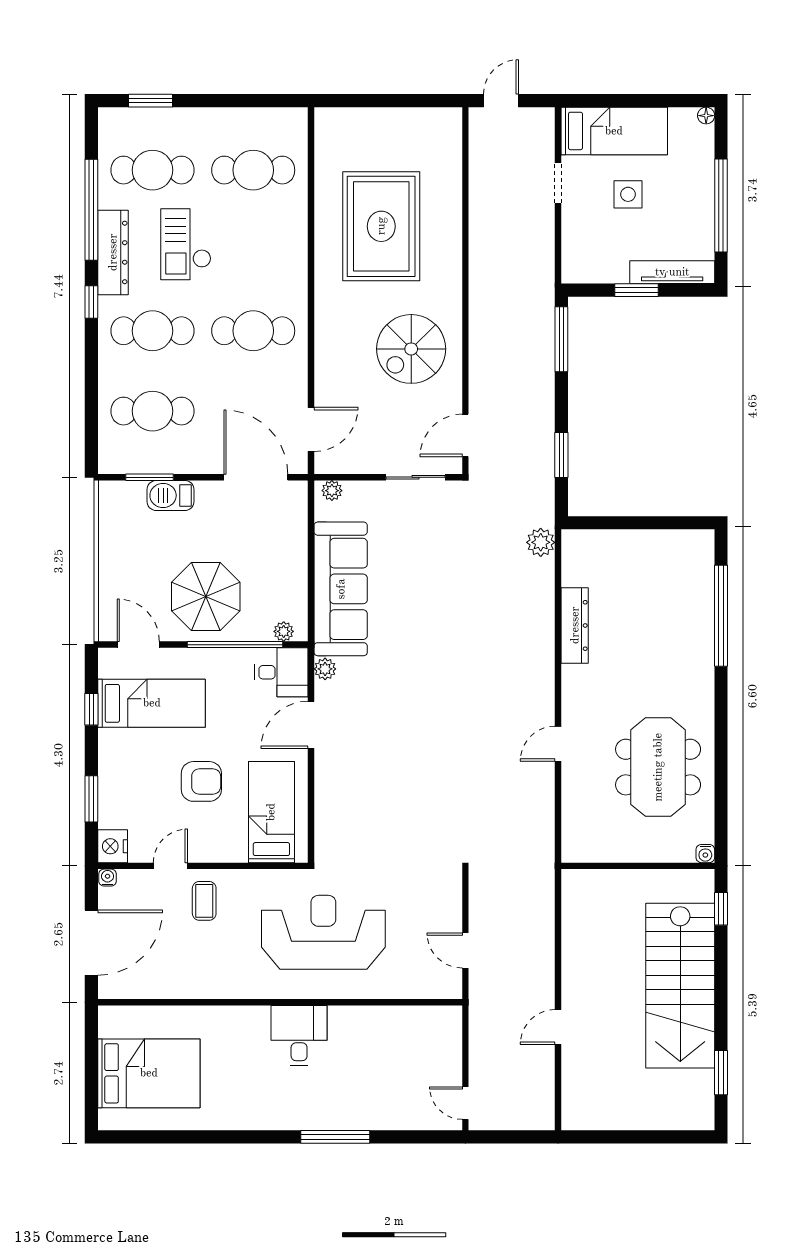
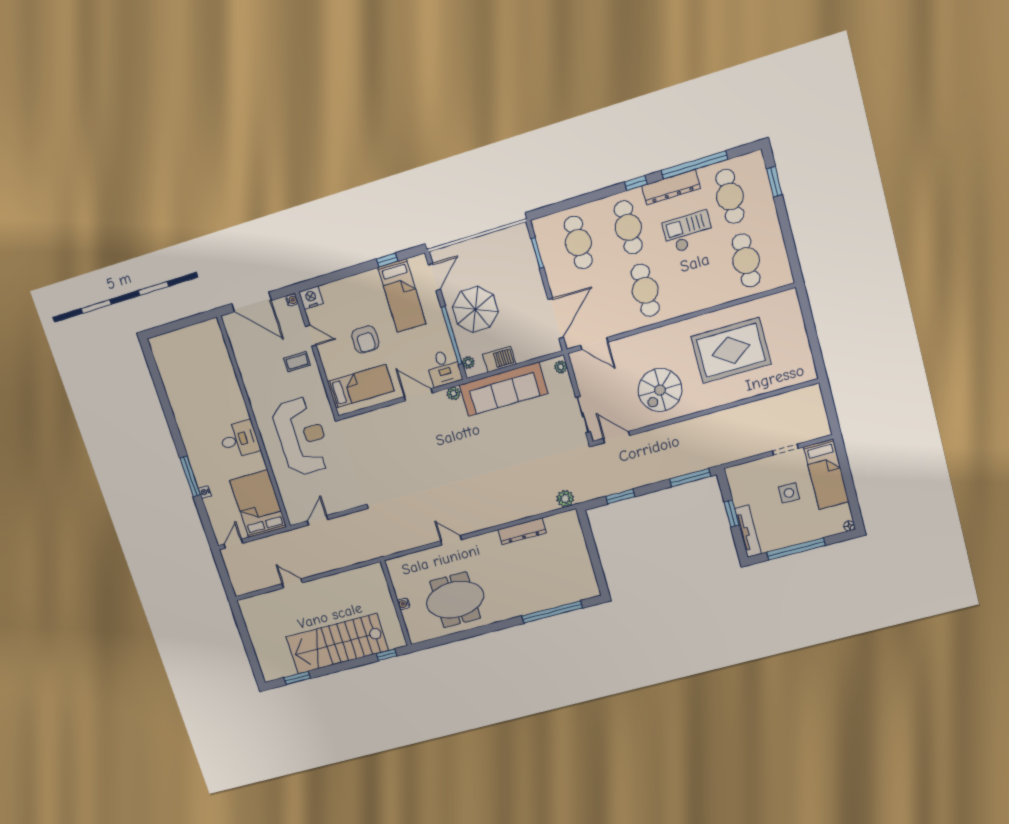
door: (501, 101) -> (828, 401), removed
spiral stairs: (411, 349) -> (660, 390), turned -90
barbecue: (171, 495) -> (499, 359), moved, turned 90
window: (91, 799) -> (334, 276), removed
water cooler: (705, 854) -> (404, 604), moved
bed: (149, 1073) -> (258, 504), moved, turned 180
nightstand: (368, 1122) -> (205, 492), added

